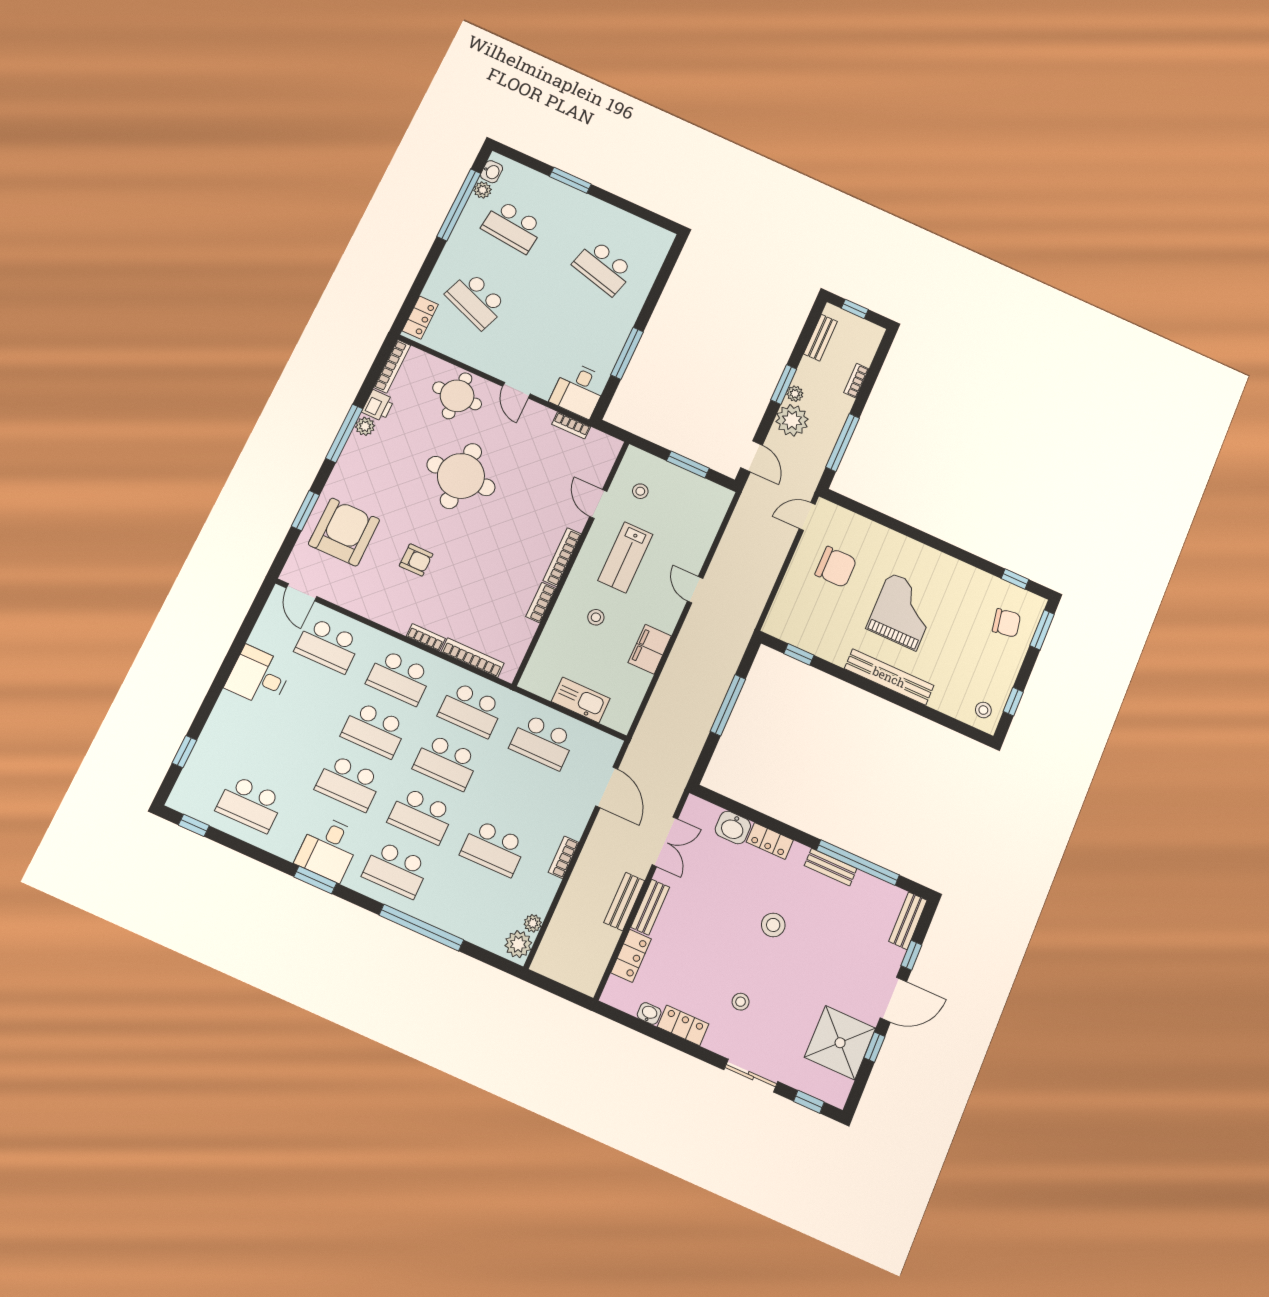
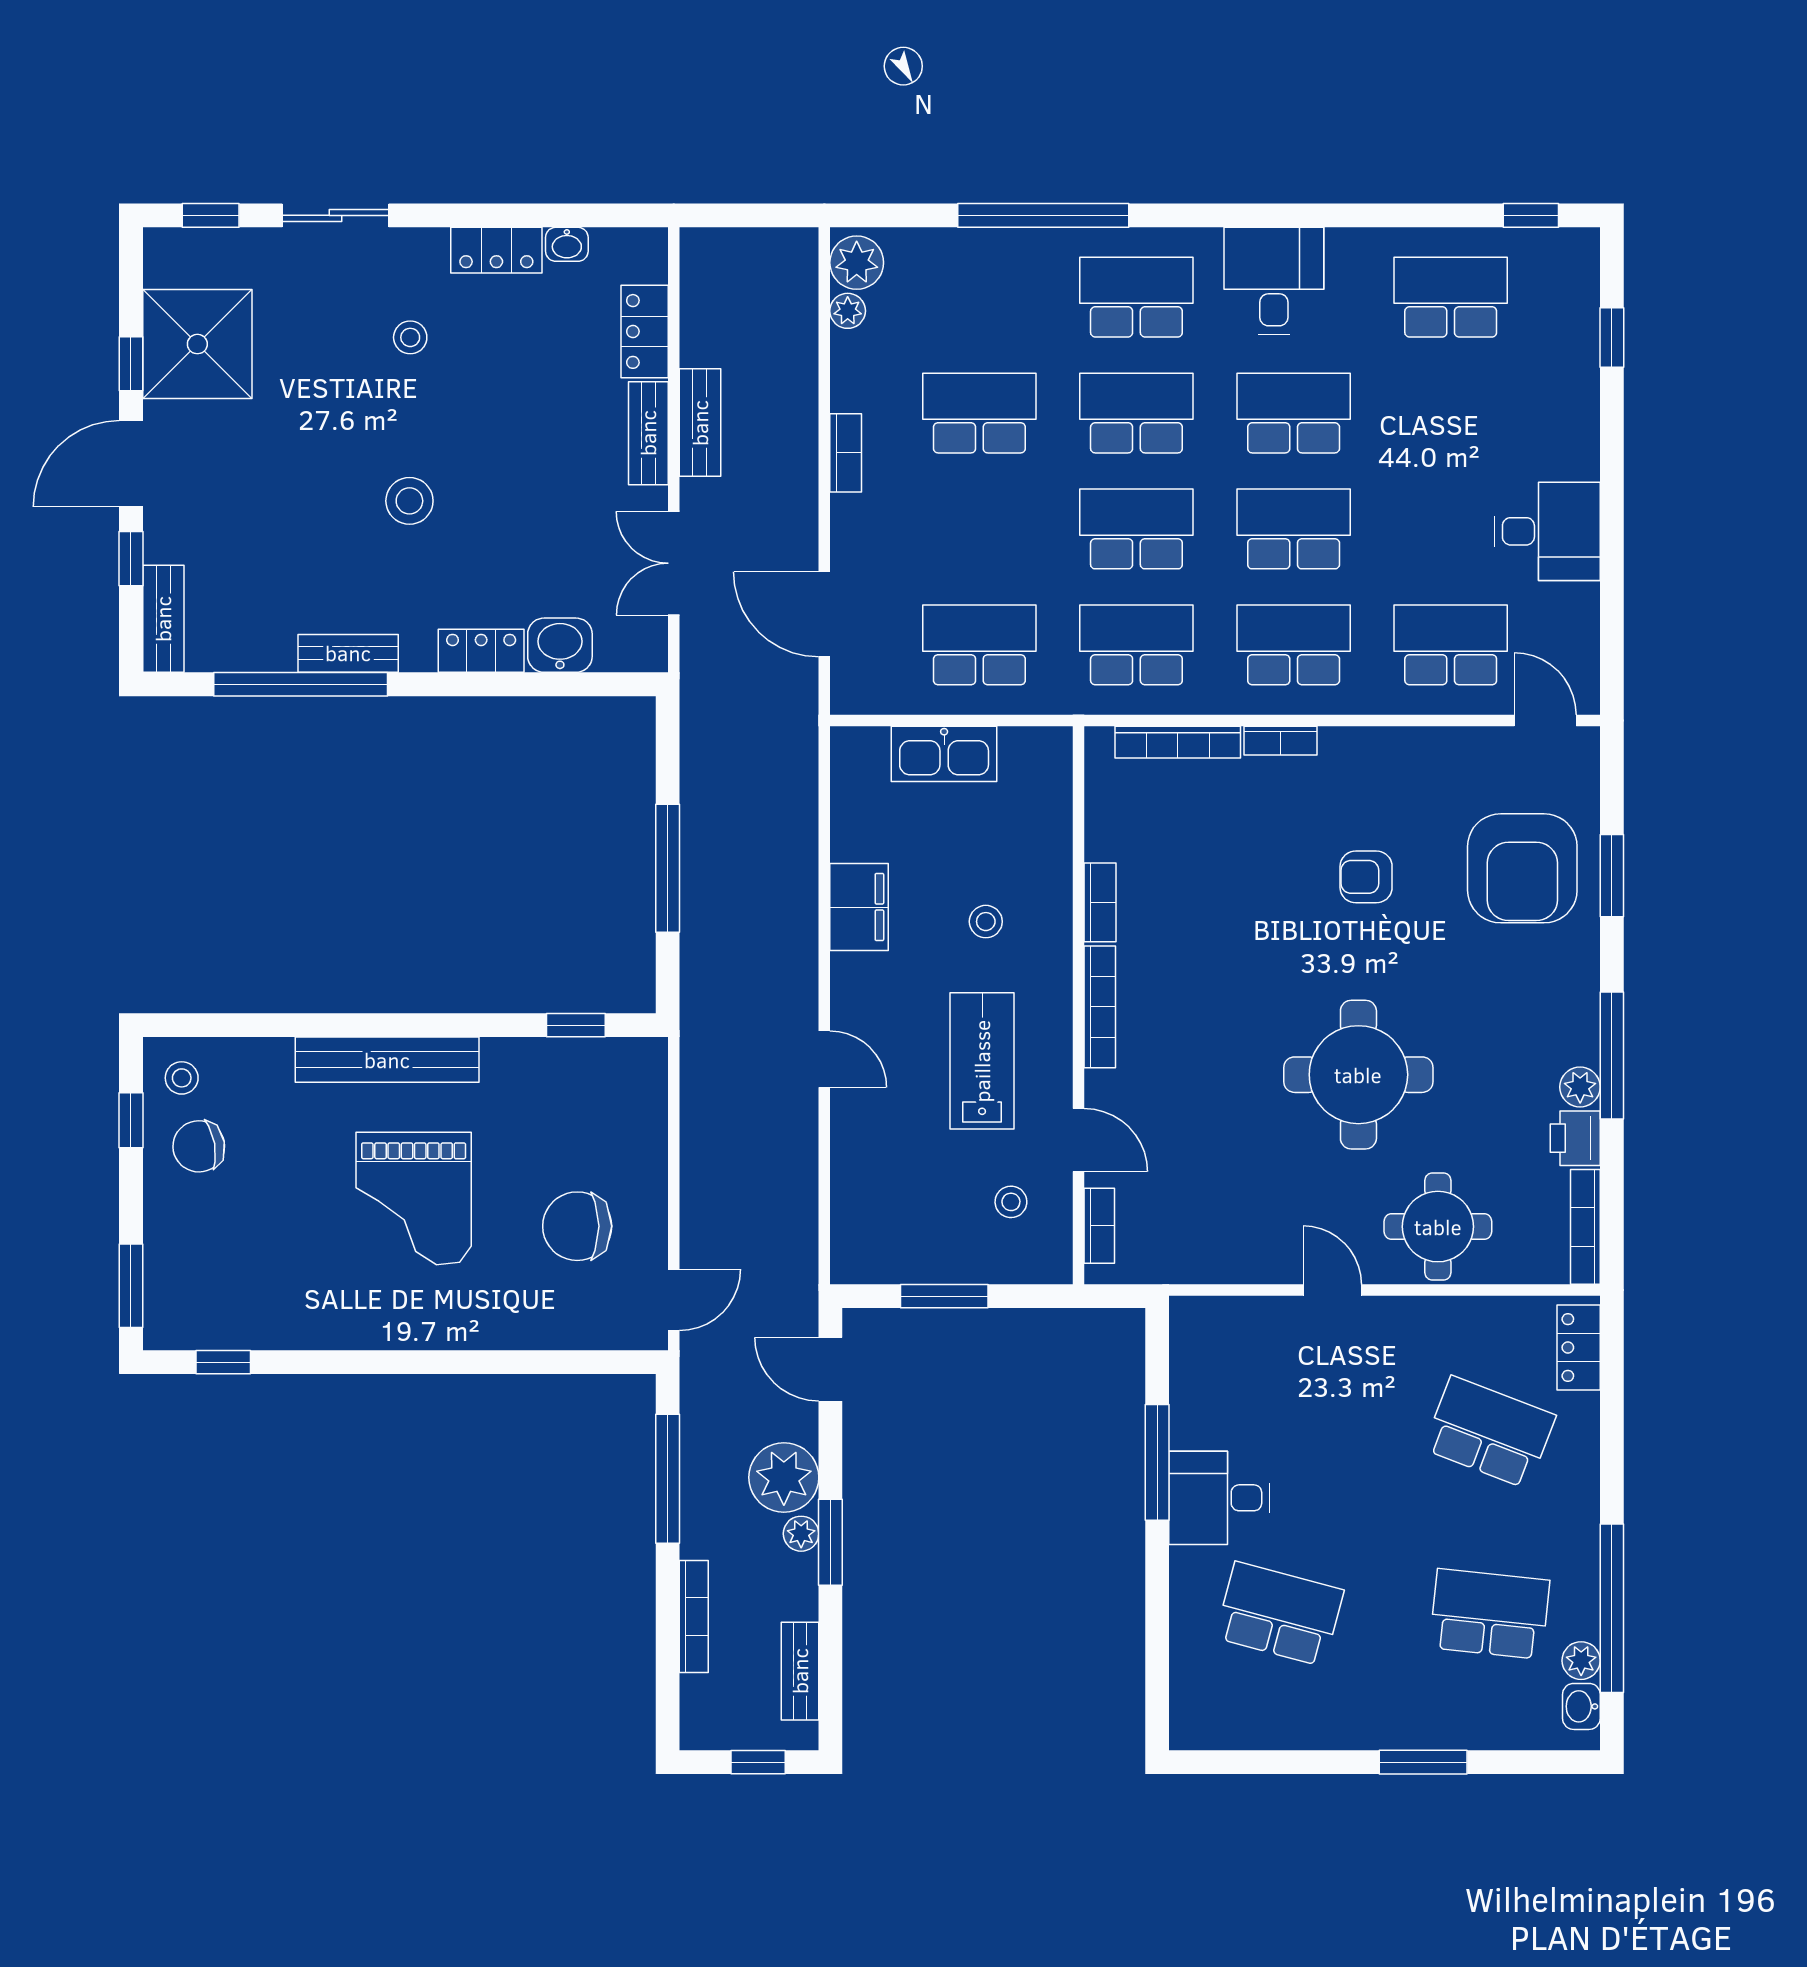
bookcase: (856, 381) -> (694, 1616), width x1.56
desk: (579, 390) -> (1219, 1498), moved, turned -90
bookcase: (571, 425) -> (1099, 1226), moved, turned 90
chair: (1007, 623) -> (199, 1146), moved
window: (315, 880) -> (1271, 215), removed

